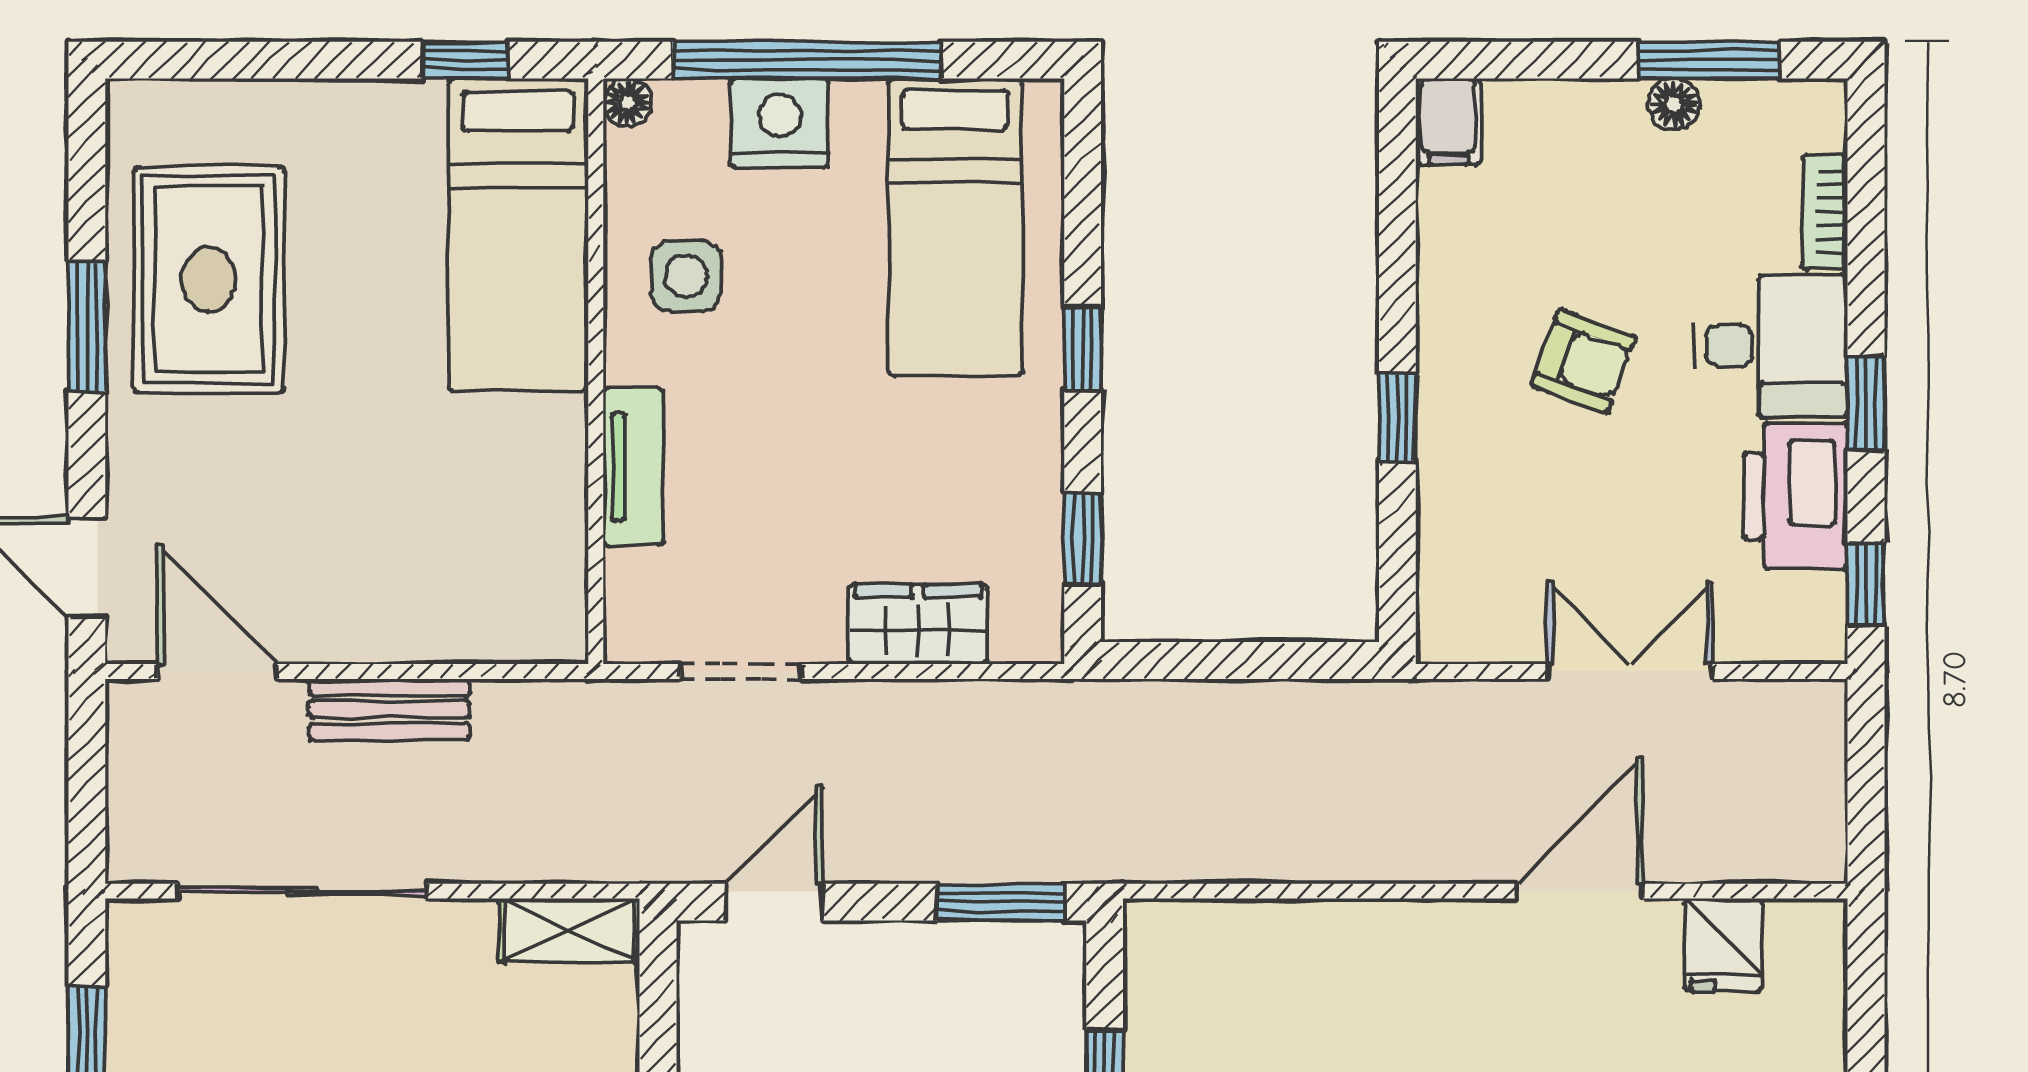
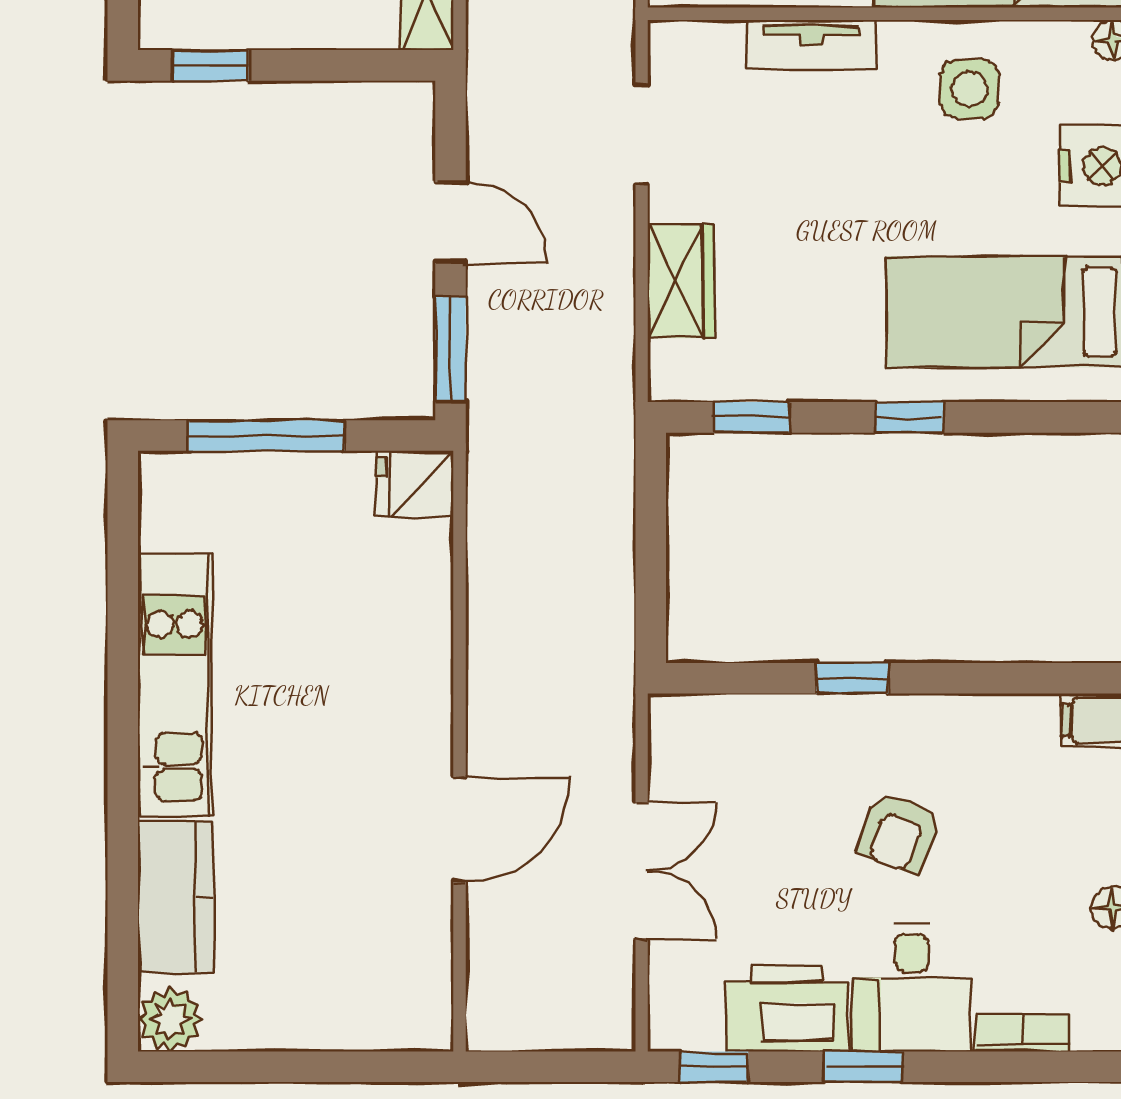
door: (1580, 891) -> (460, 830), hinge flipped
door: (774, 902) -> (450, 223), moved
fridge: (1723, 945) -> (415, 484), moved

